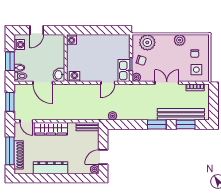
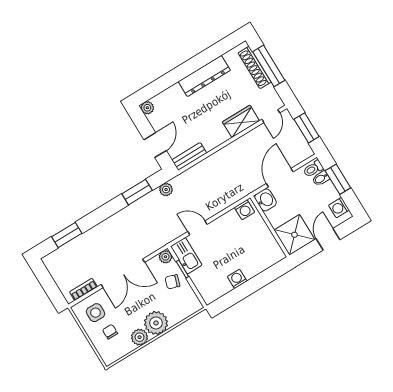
washing machine: (72, 39) -> (237, 279), moved
plant: (147, 42) -> (156, 323), moved
shower: (54, 45) -> (294, 235), added
door: (43, 83) -> (280, 178), hinge flipped
door: (108, 83) -> (197, 228), hinge flipped
double door: (167, 83) -> (123, 273), width x1.37
bench: (181, 114) -> (81, 244), removed
door: (26, 121) -> (271, 116), swing flipped
window: (157, 124) -> (137, 192), moved
wardrobe: (51, 129) -> (241, 121), width x0.67
door: (103, 157) -> (155, 145), moved

